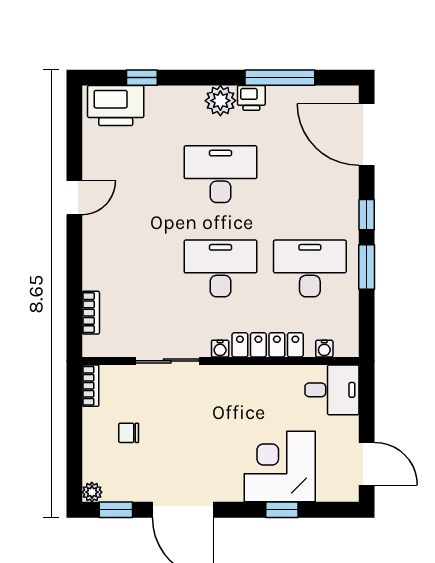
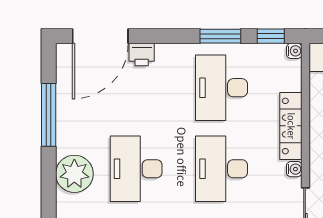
printer: (251, 98) -> (142, 55), moved, turned 90
plant: (220, 101) -> (74, 174), width x1.36, depth x1.36
window: (367, 215) -> (271, 36), moved
water cooler: (324, 349) -> (294, 51), moved

